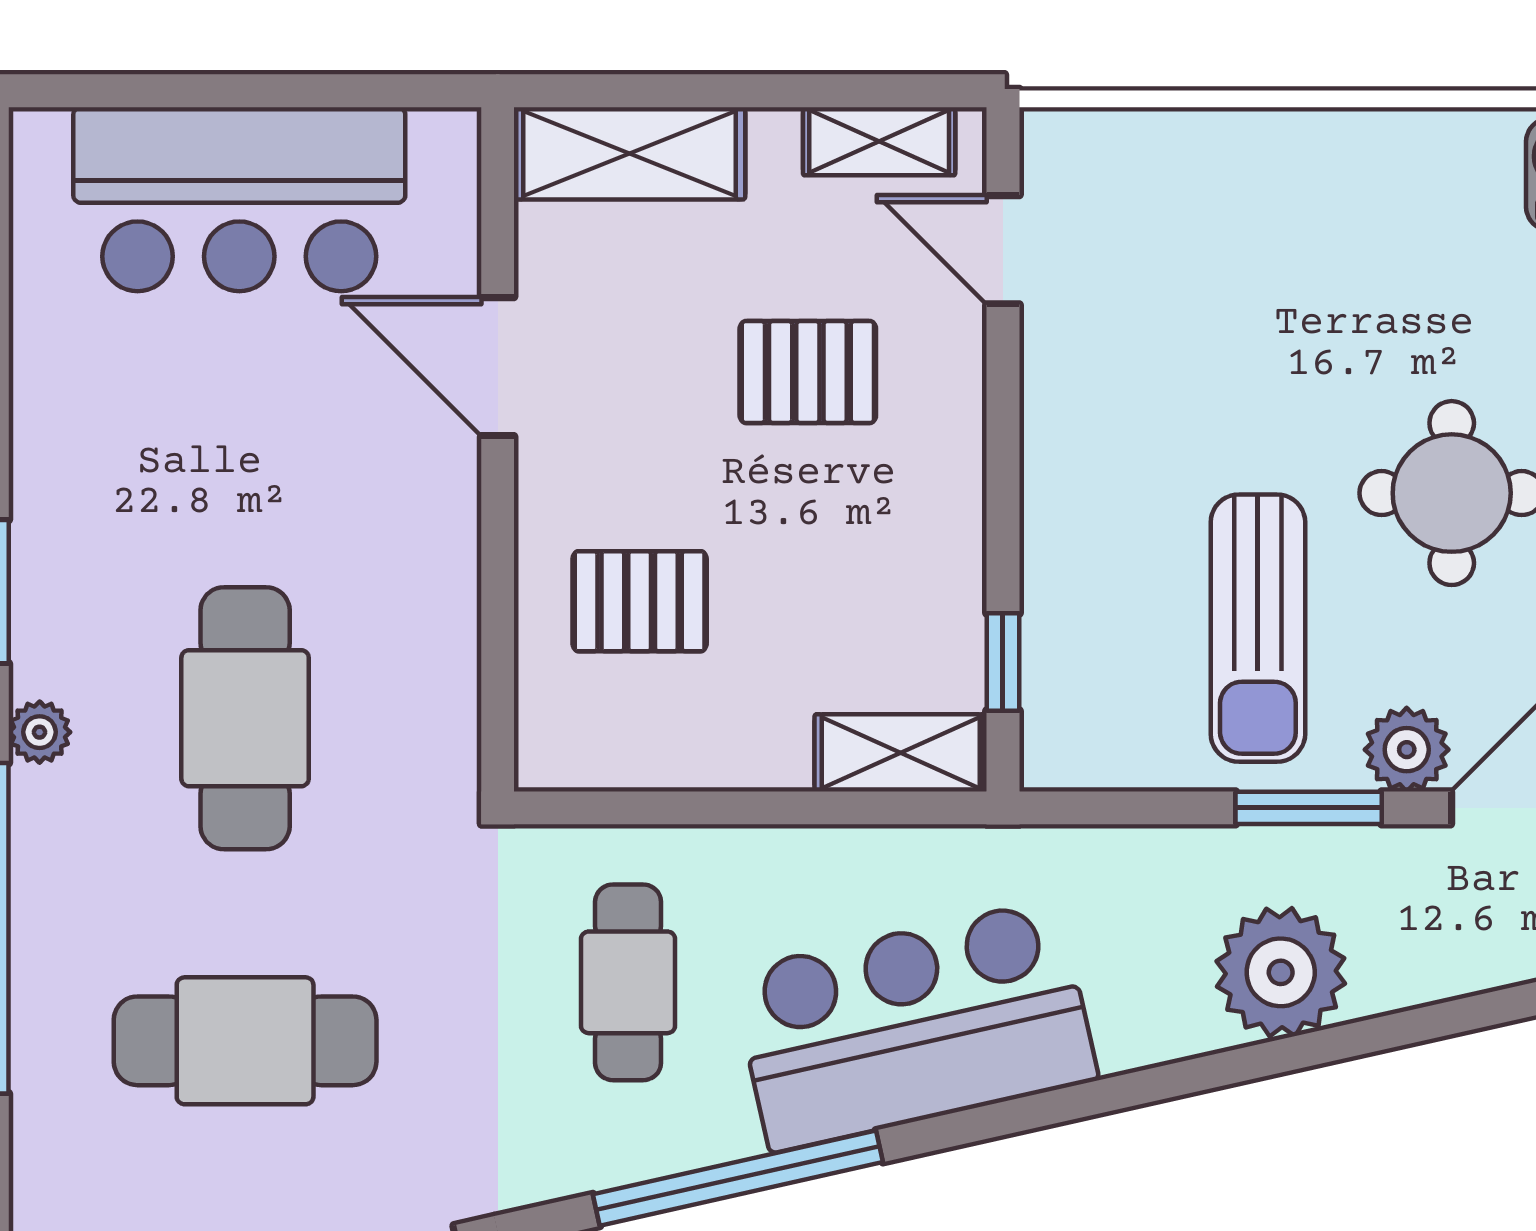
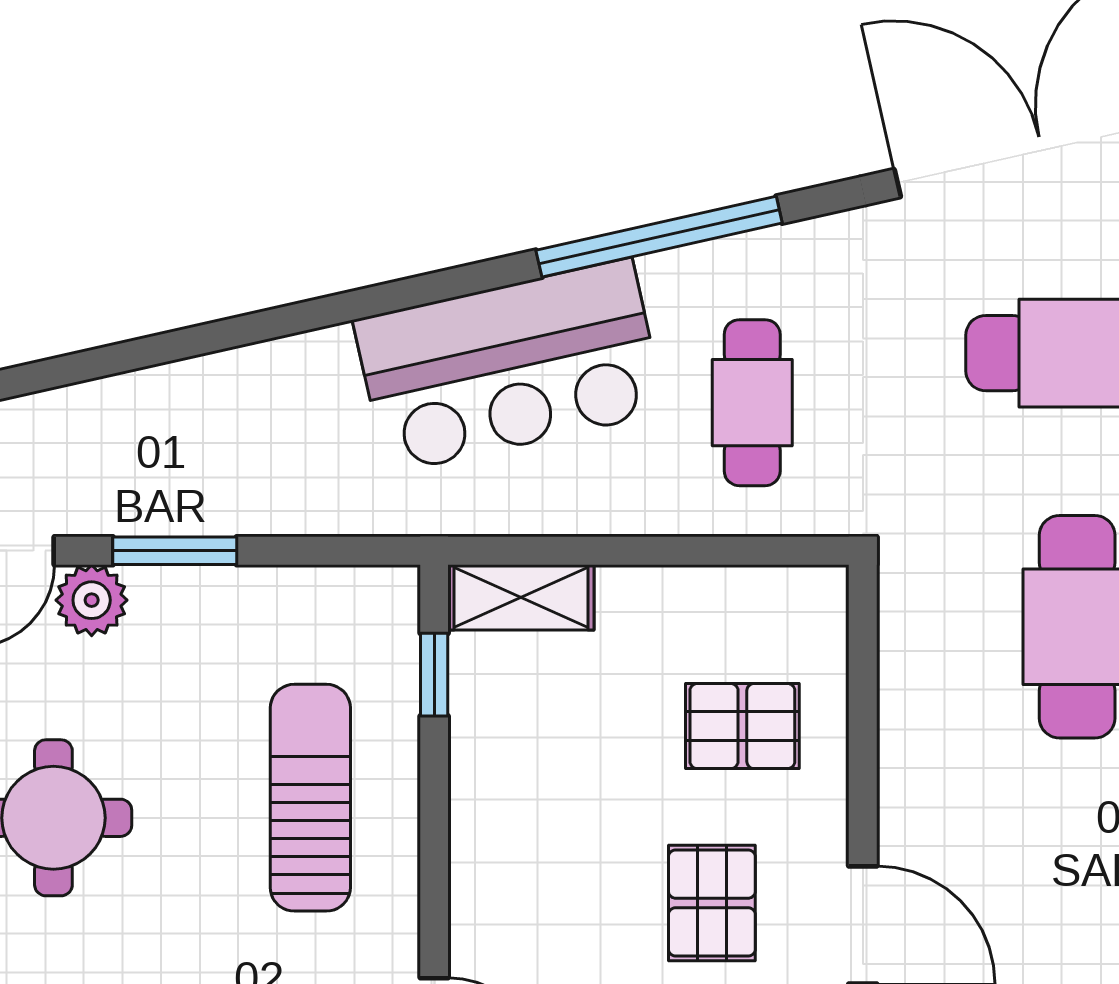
pallet: (808, 372) -> (712, 903), moved, turned 90
sun lounger: (1258, 628) -> (310, 798), moved
plant: (1281, 972) -> (199, 411), removed

